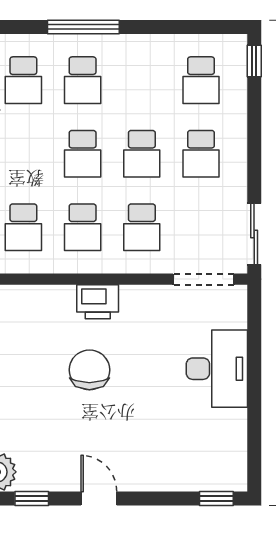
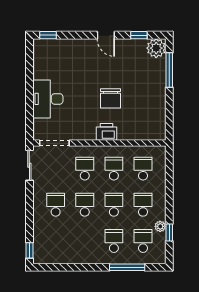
window: (83, 27) -> (127, 267), moved
school desk: (201, 80) -> (143, 205), moved

